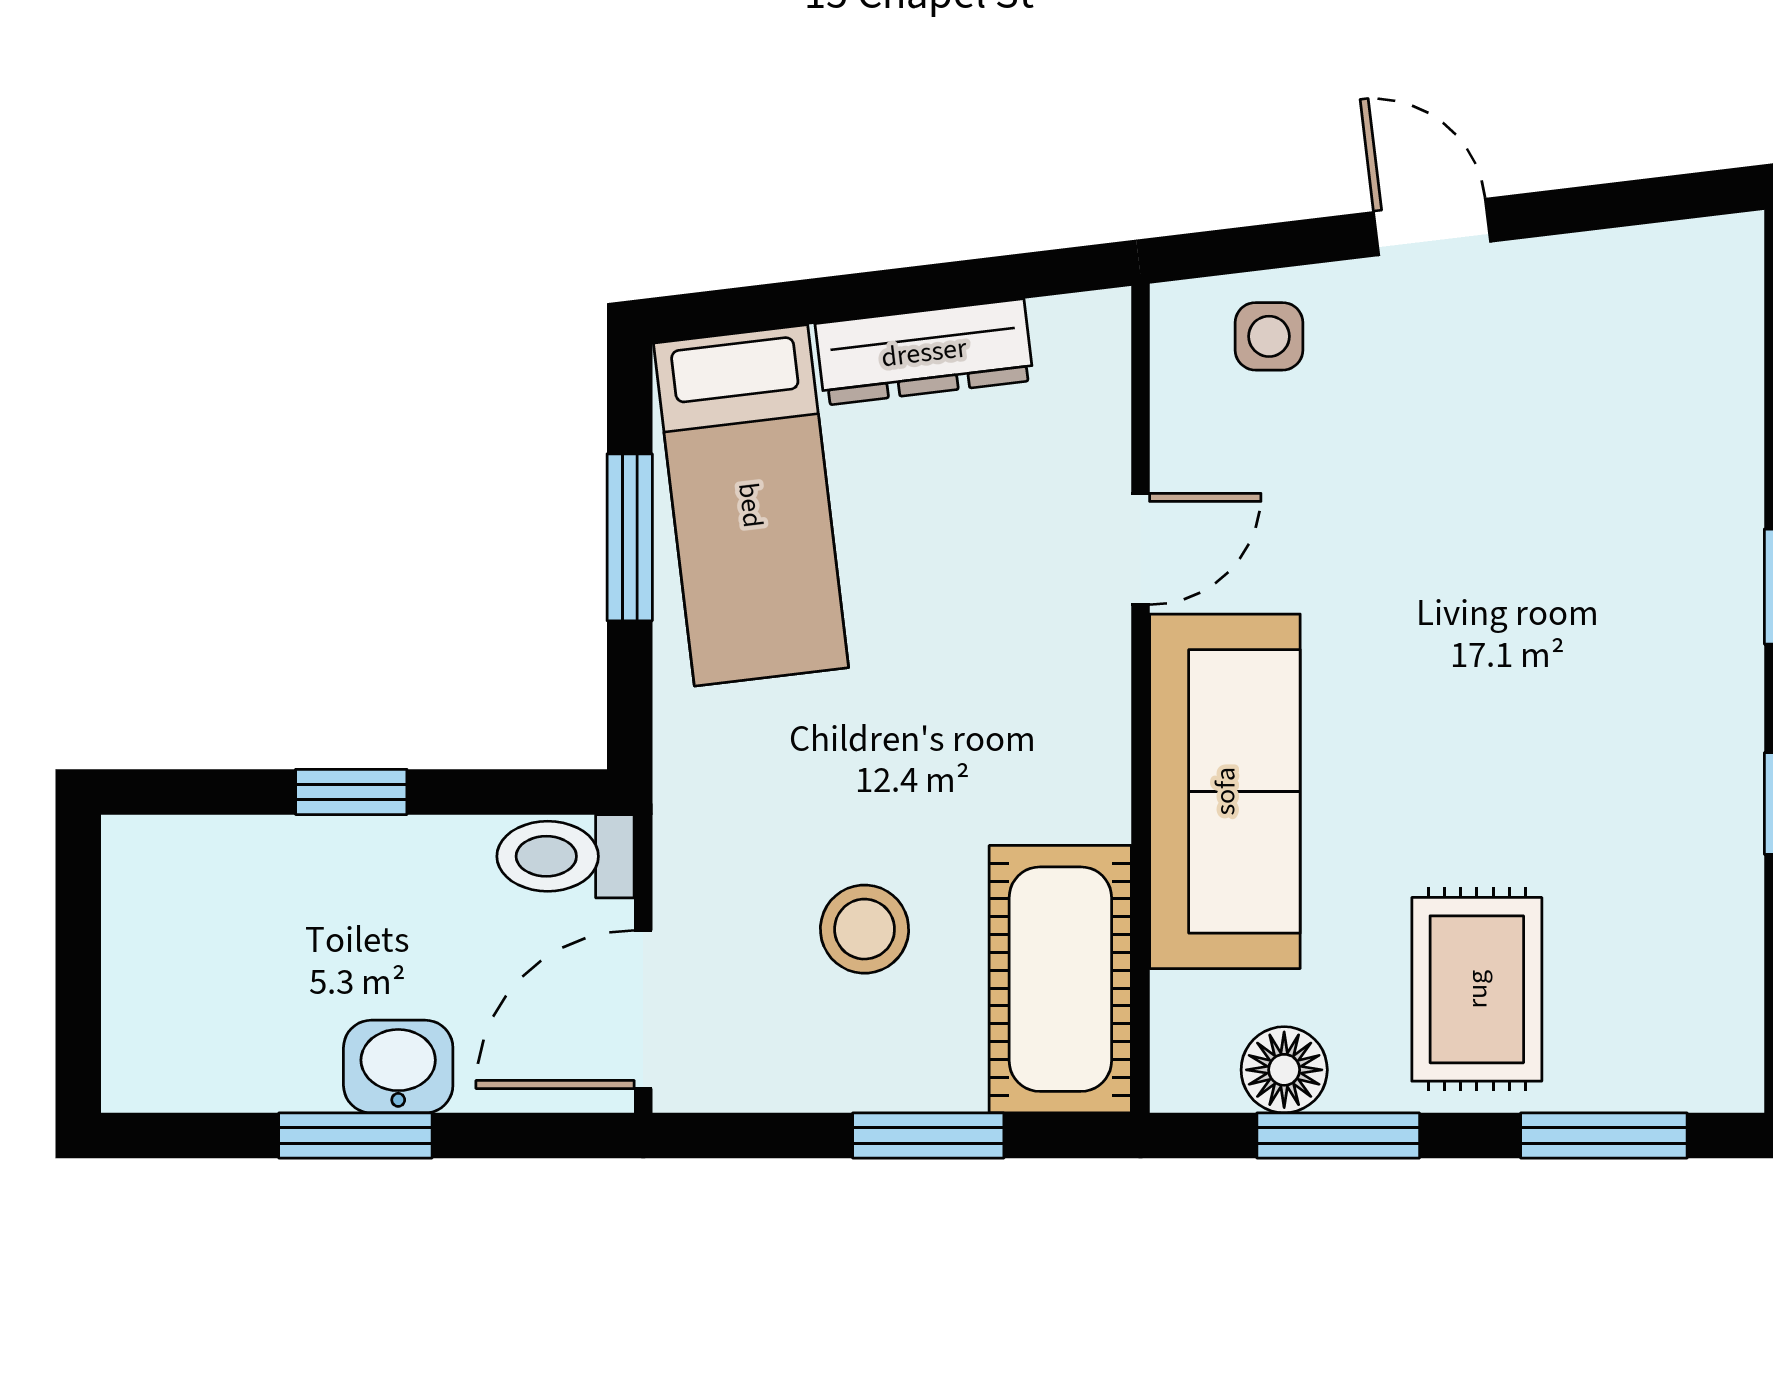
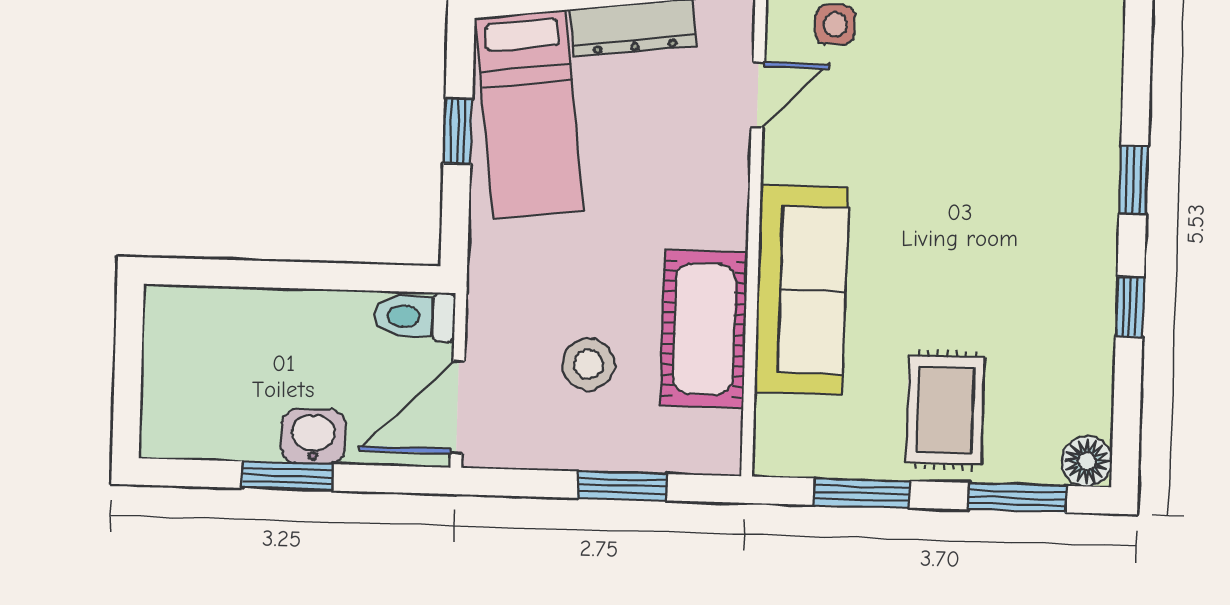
window: (630, 537) -> (458, 131), width x0.67
door: (1141, 549) -> (758, 95), moved
window: (351, 792) -> (291, 275), removed
cot: (1060, 979) -> (704, 329), moved
floor lamp: (1284, 1070) -> (1087, 461), moved

